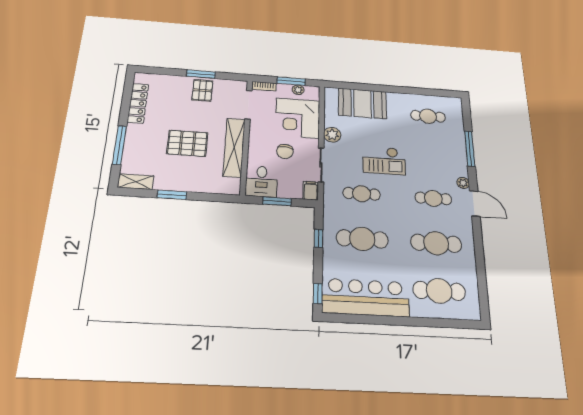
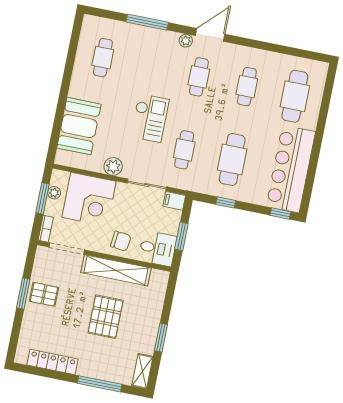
chair: (285, 151) -> (121, 241), moved
cafe table: (436, 243) -> (247, 87), width x0.73, depth x0.74

